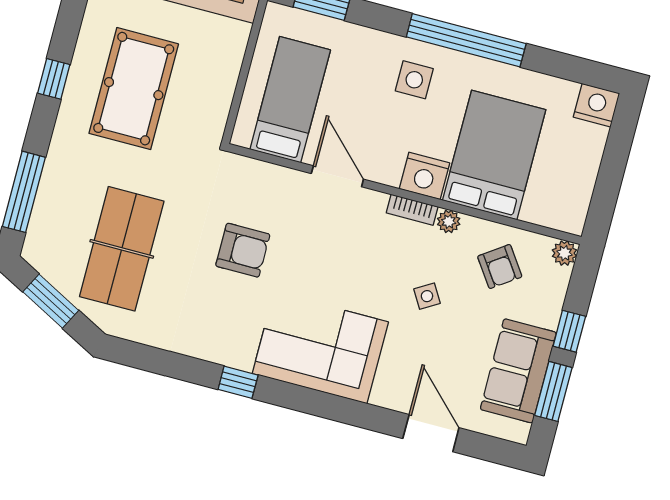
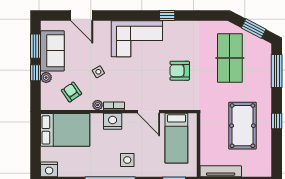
bed: (494, 155) -> (65, 130), moved, turned -90
plant: (564, 253) -> (46, 77), moved

